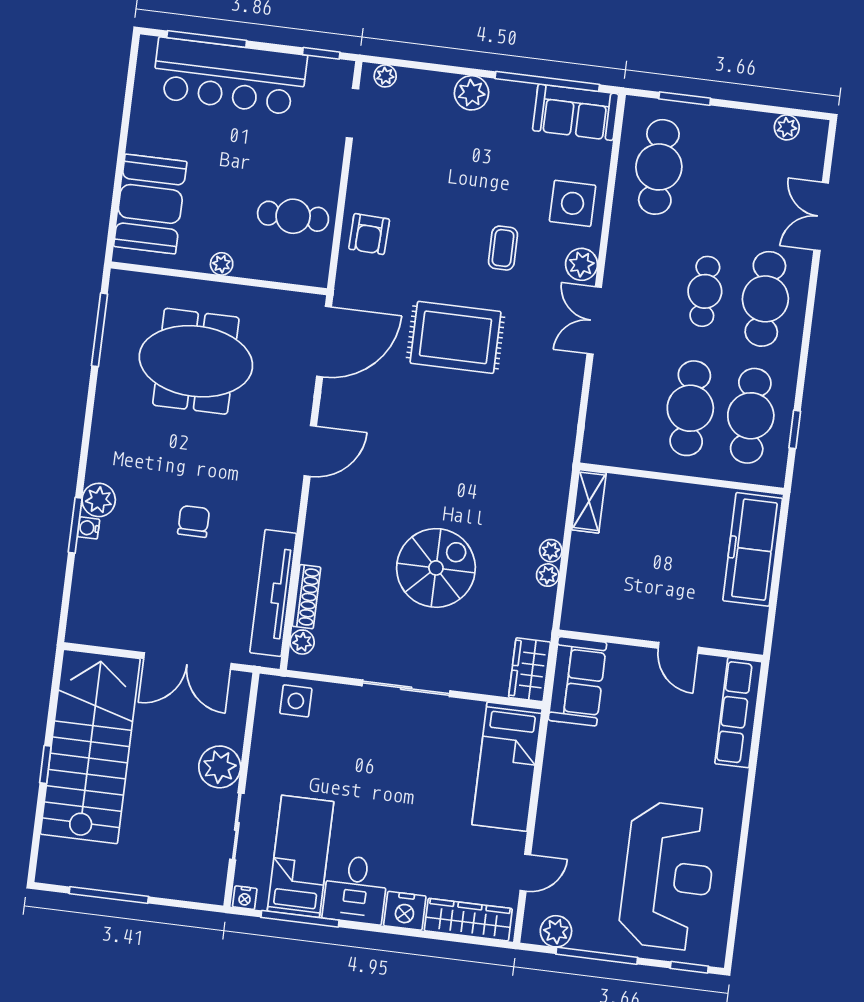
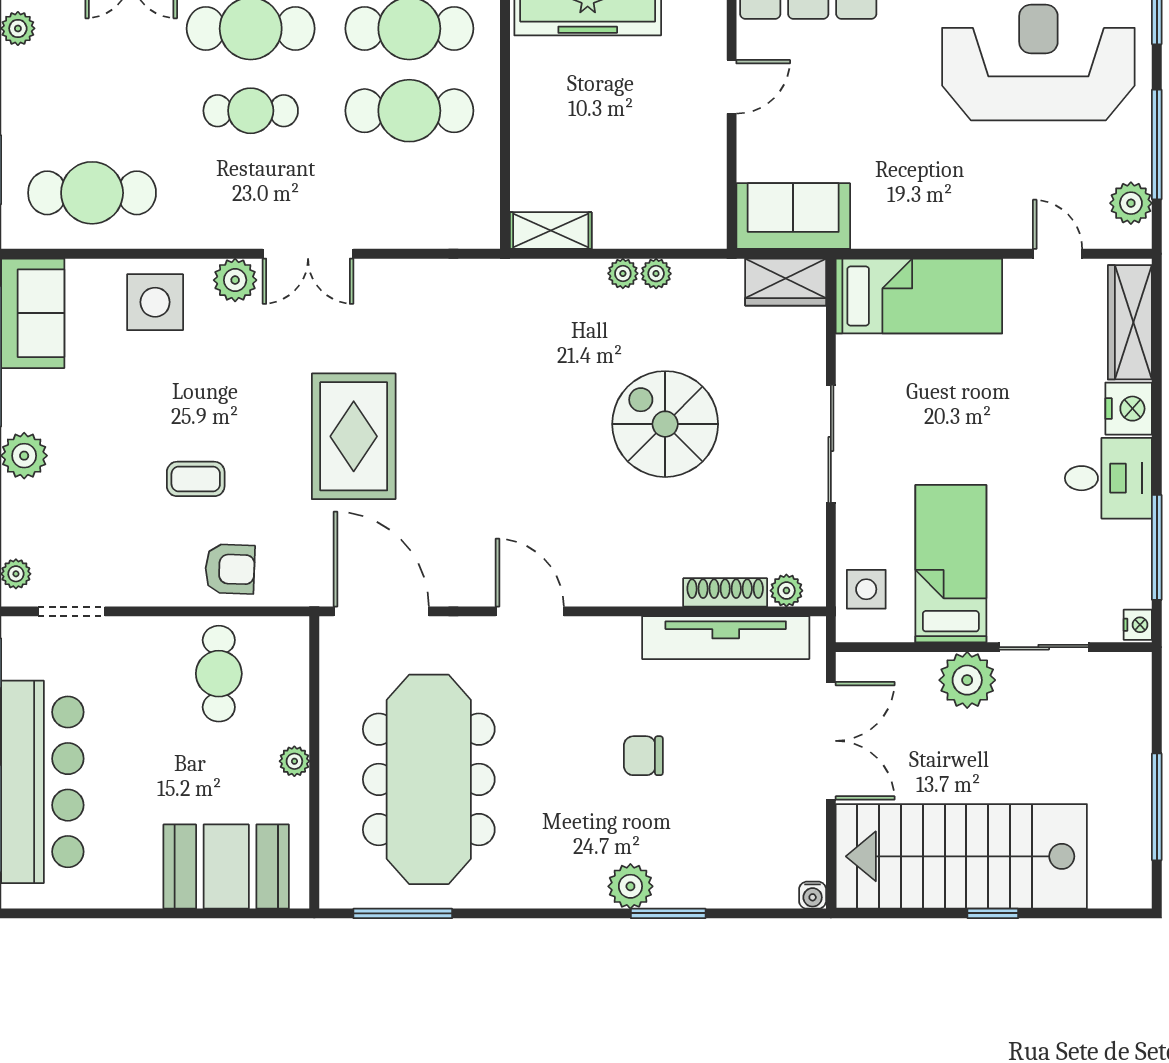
coffee table: (503, 248) -> (196, 479), moved
meeting table: (196, 361) -> (429, 779), width x1.36
water cooler: (89, 528) -> (813, 895), moved
bed: (300, 856) -> (951, 564), moved, turned 90

